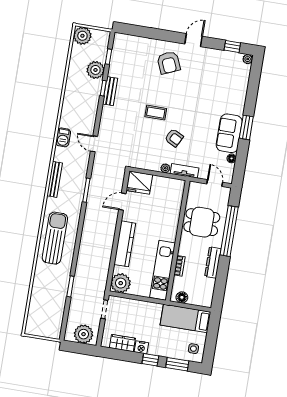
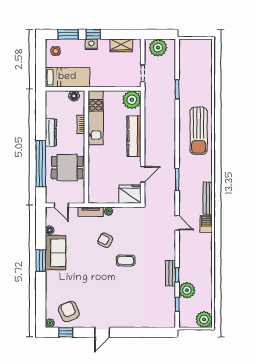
armchair: (169, 63) -> (69, 311), moved
bench: (55, 179) -> (208, 198), moved
nightstand: (141, 347) -> (91, 44), moved

